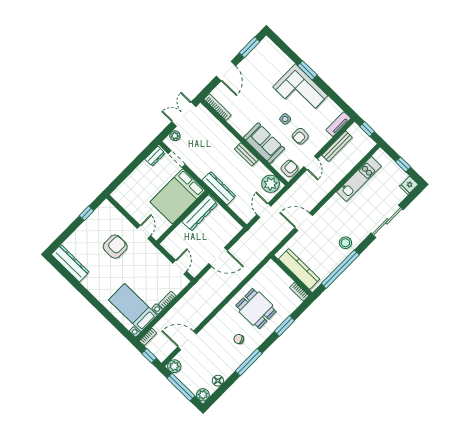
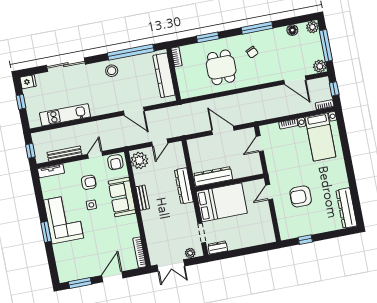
armchair: (290, 168) -> (115, 162), turned -91

